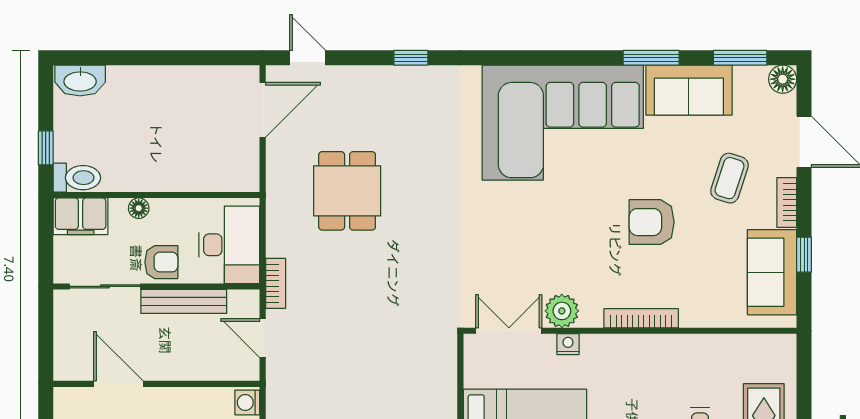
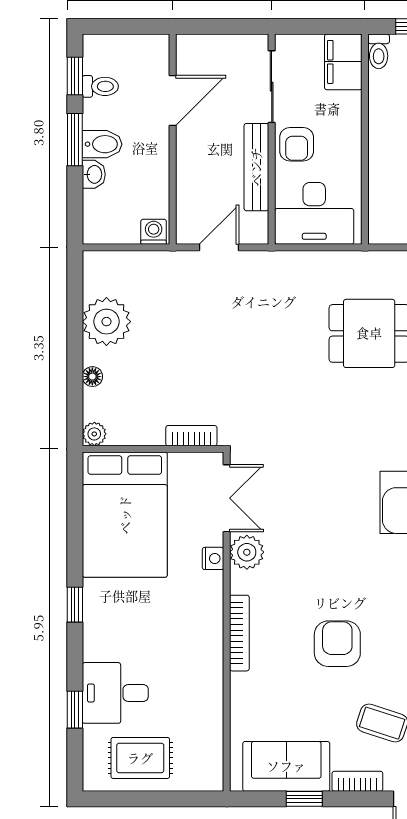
toilet: (77, 178) -> (379, 51), width x0.73, depth x0.72
floor lamp: (139, 208) -> (351, 121), removed
bookcase: (276, 283) -> (191, 436), moved, turned 180

